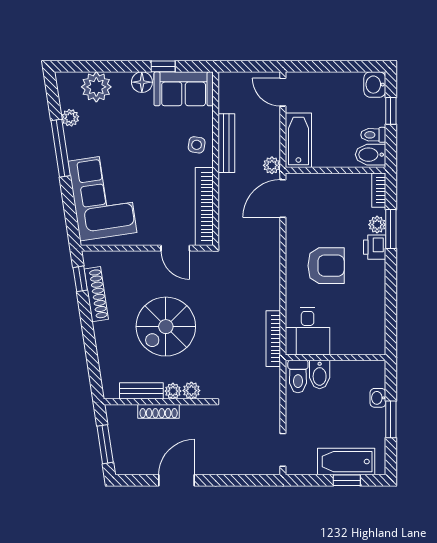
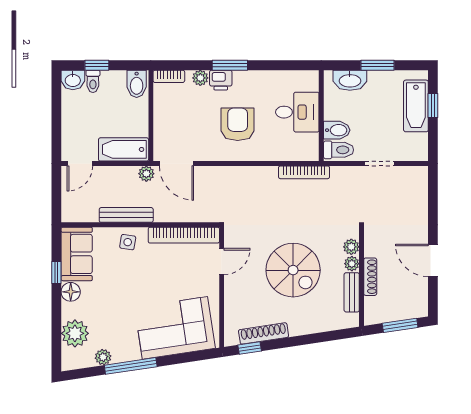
toilet: (373, 135) -> (93, 81), moved
window: (391, 229) -> (230, 65), moved
desk: (308, 331) -> (297, 112), moved
washbasin: (378, 398) -> (350, 80), width x1.91, depth x1.45
doorway: (283, 450) -> (380, 163), moved

